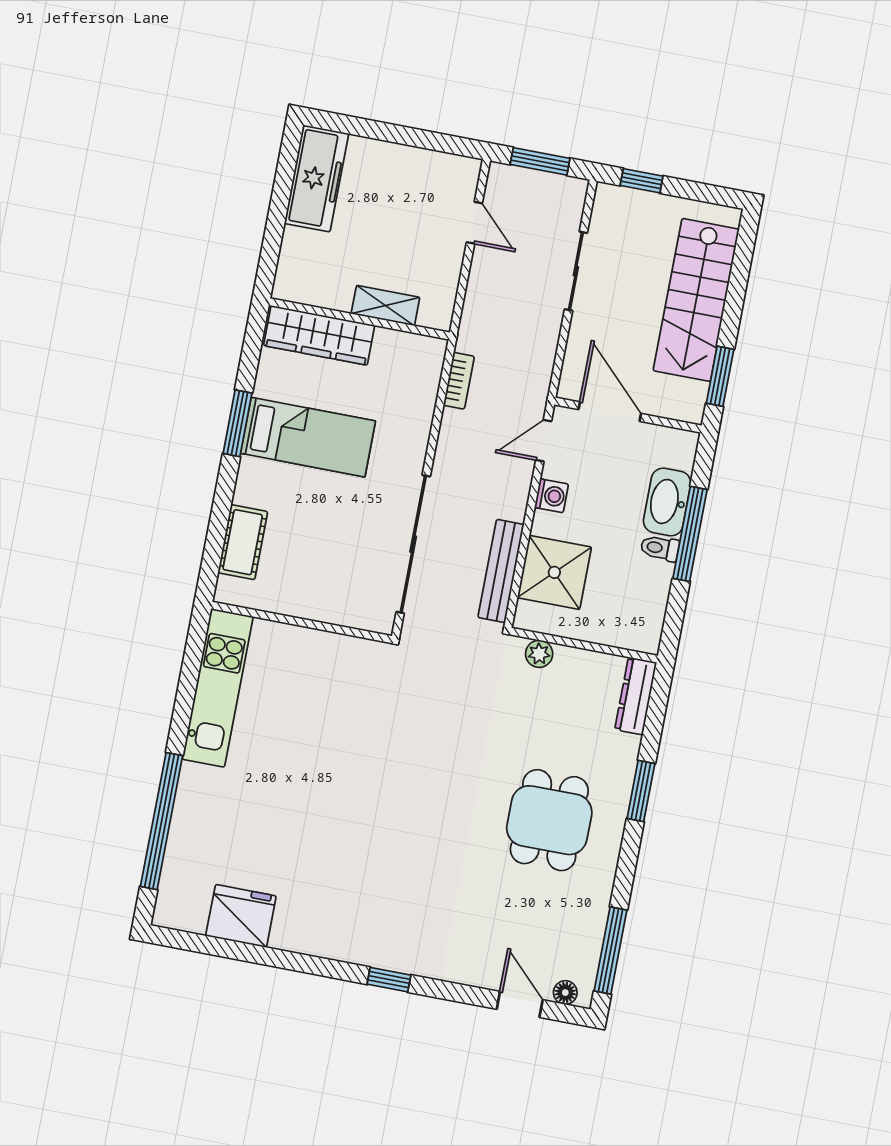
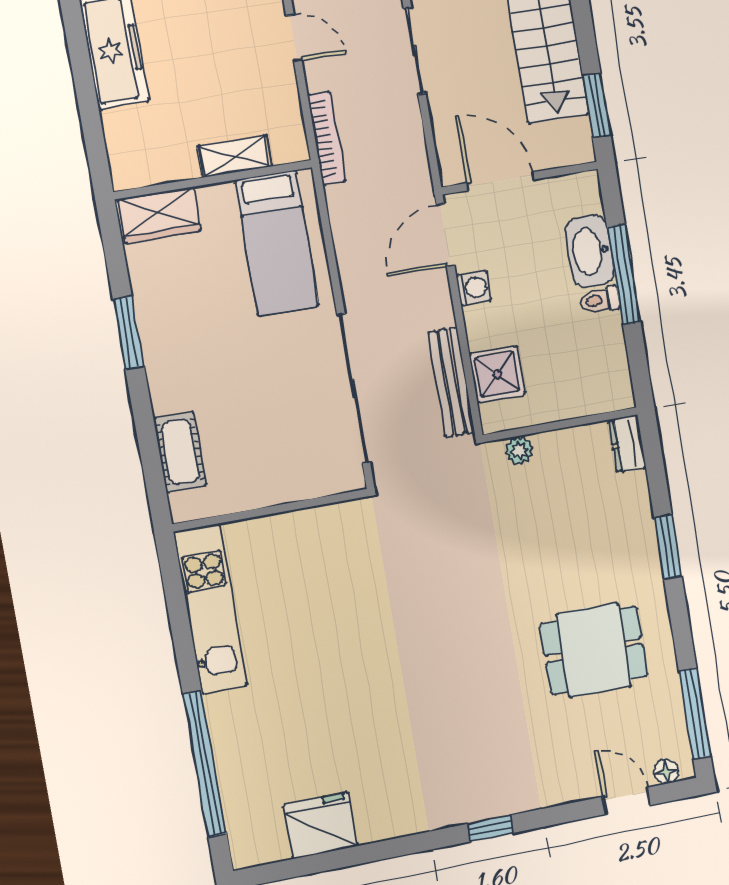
wardrobe: (319, 335) -> (159, 215), width x0.67
bookcase: (459, 381) -> (326, 138), moved, width x1.56
bed: (308, 437) -> (277, 243), moved, turned 90
door: (544, 441) -> (445, 235), width x1.37
shower: (554, 572) -> (497, 374), width x0.73, depth x0.73
dresser: (636, 696) -> (627, 444), width x0.70
dining table: (549, 820) -> (594, 650), moved, turned 90

